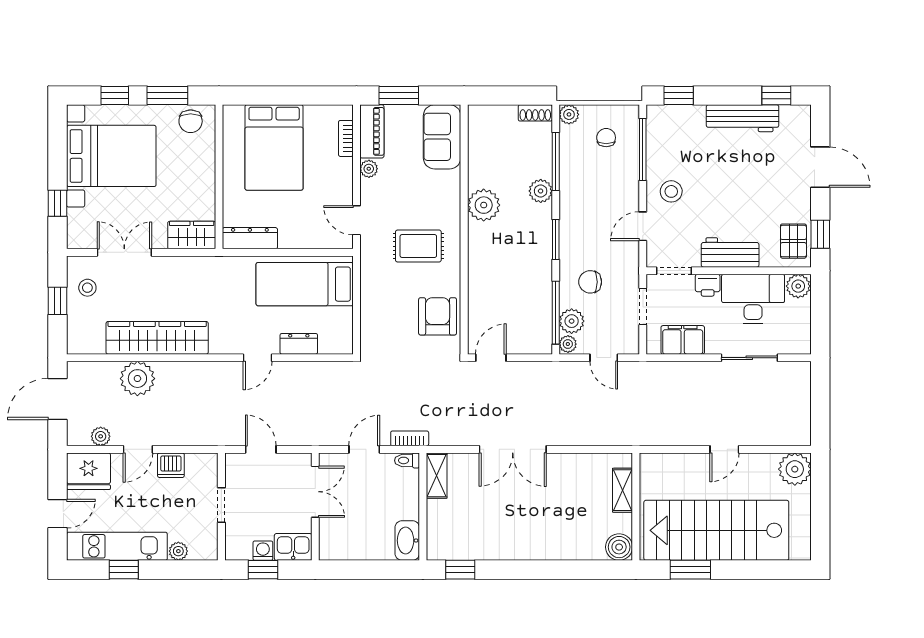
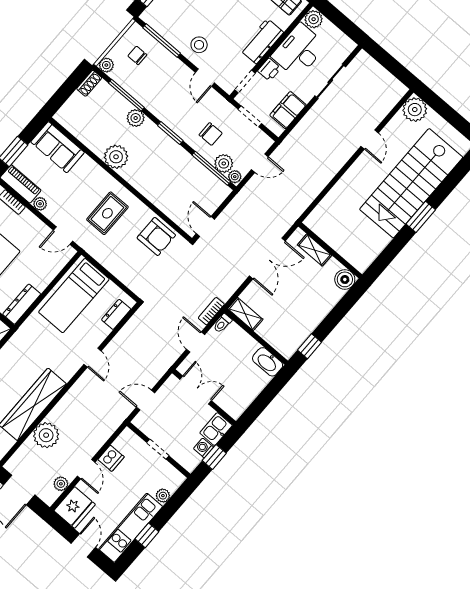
chair: (590, 282) -> (211, 134), turned -90
armchair: (438, 316) -> (156, 236), turned 180
dresser: (299, 344) -> (116, 314), moved
shelving: (623, 490) -> (315, 250), moved
wall: (636, 507) -> (330, 250), moved
boiler: (619, 547) -> (345, 279), moved

